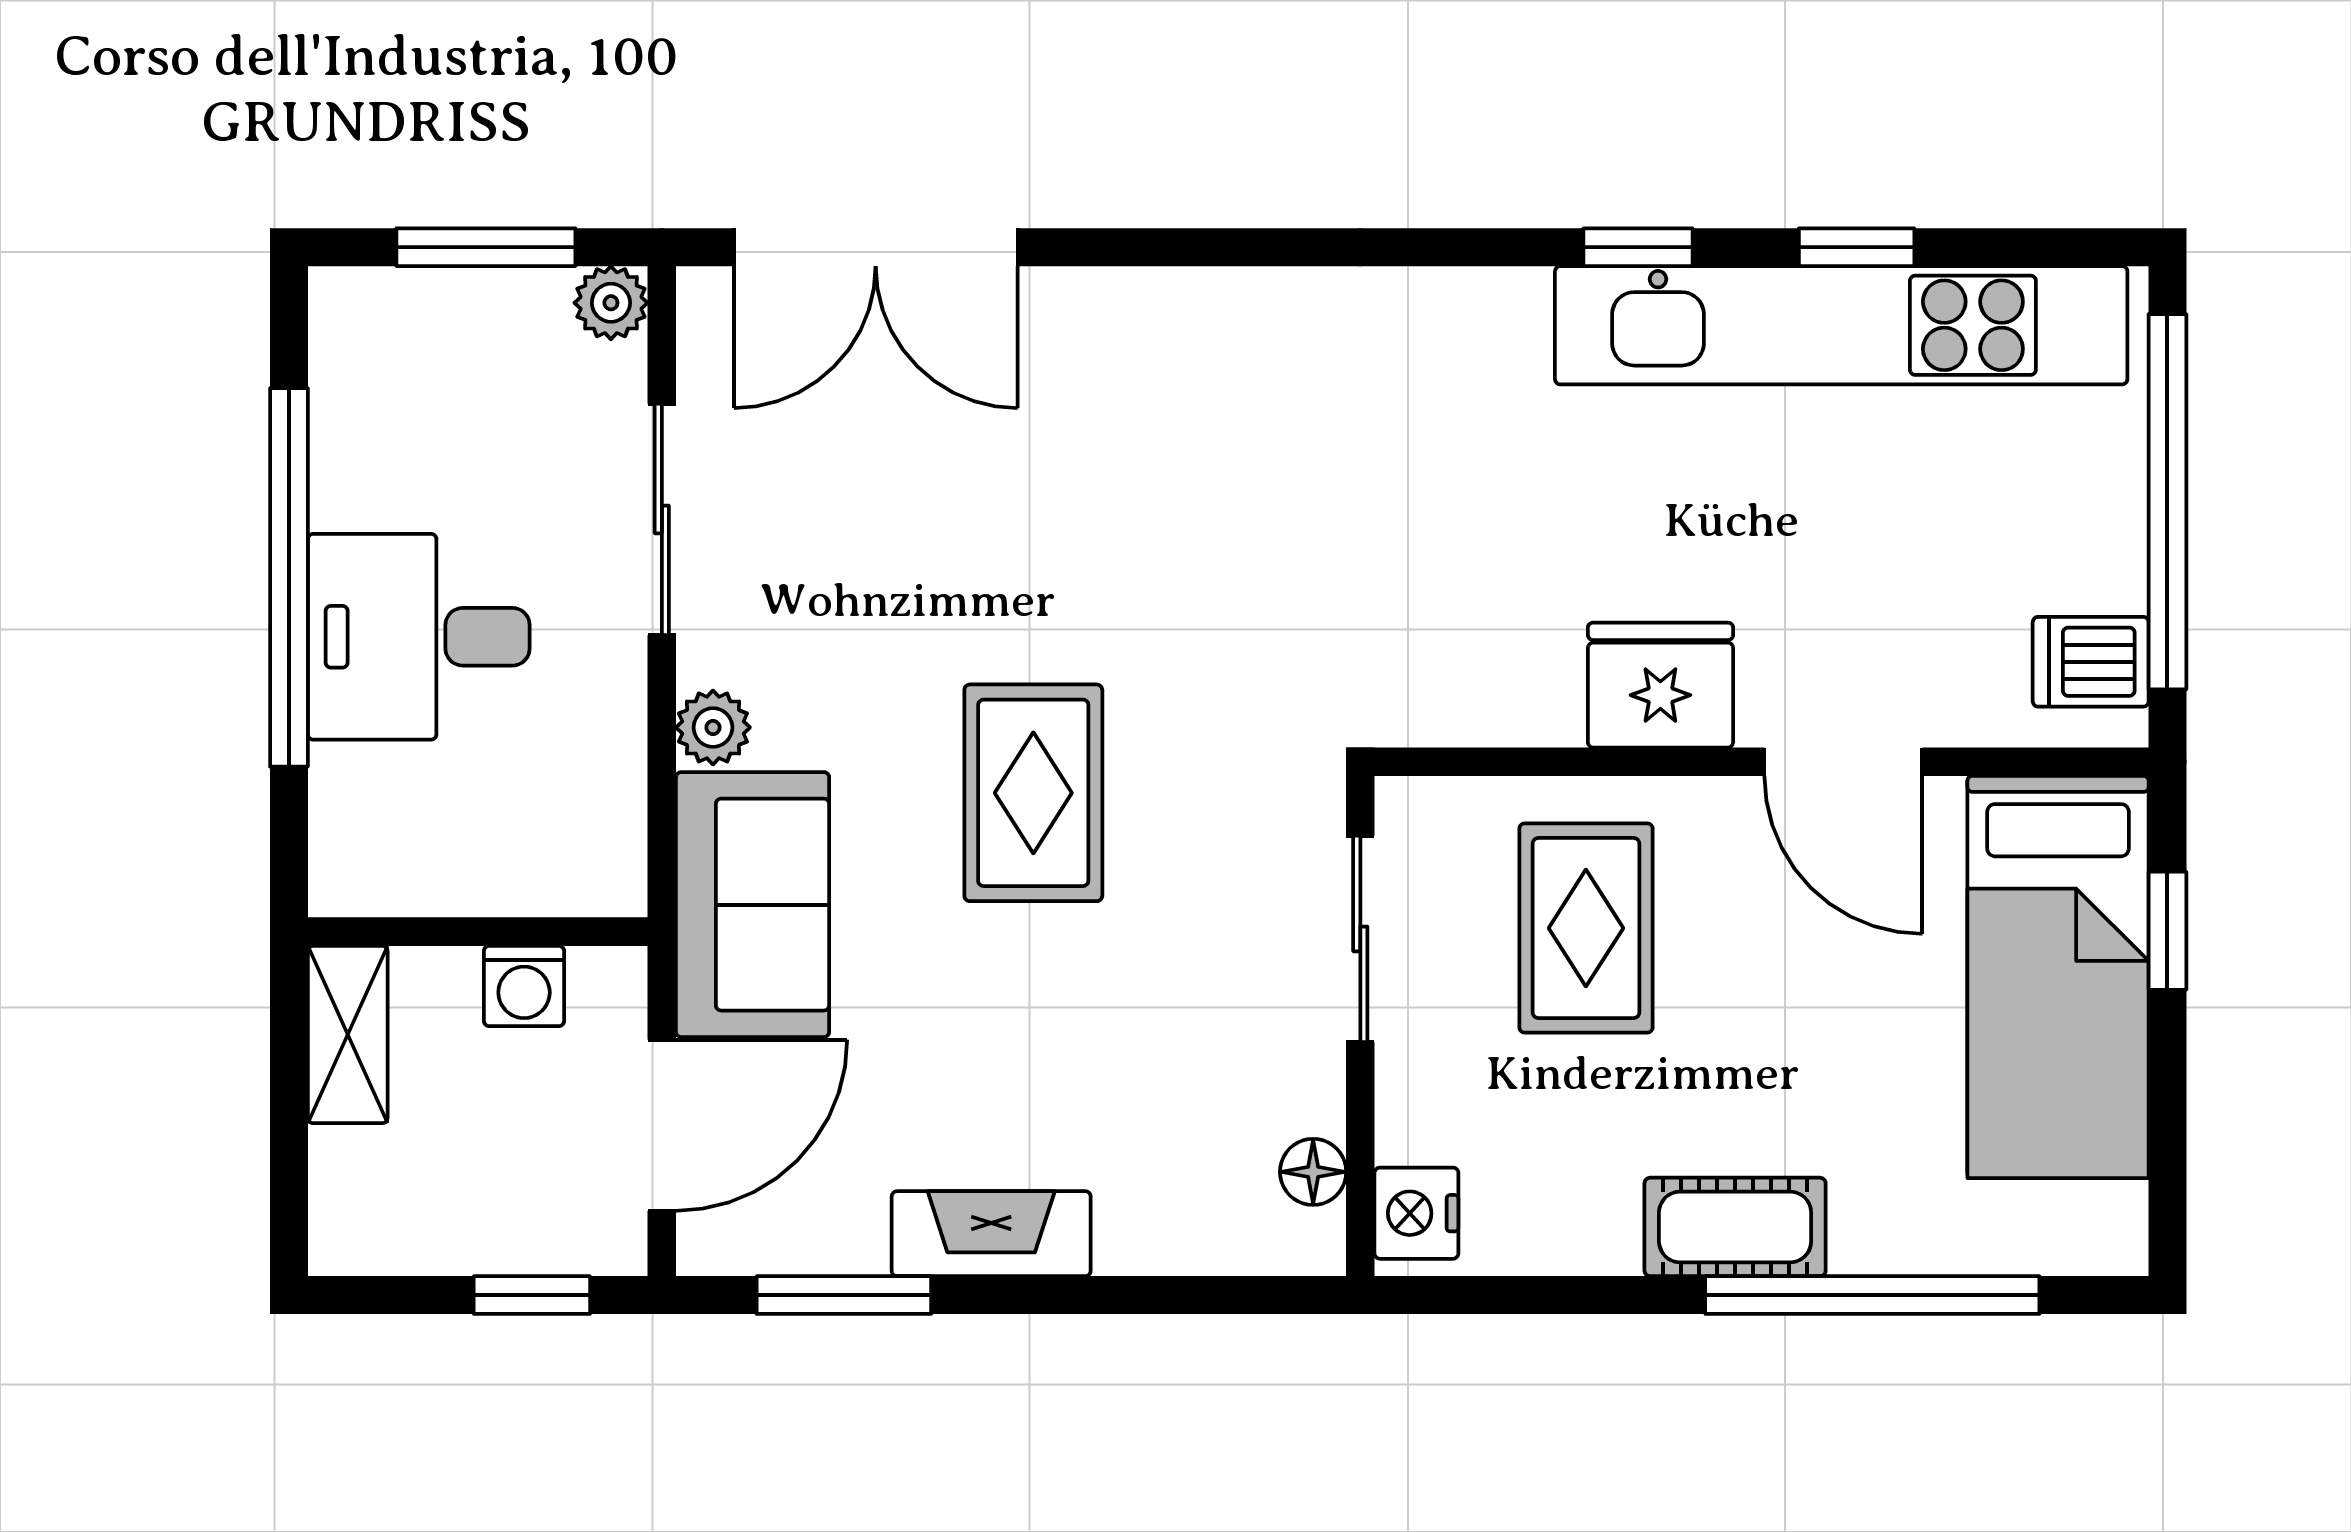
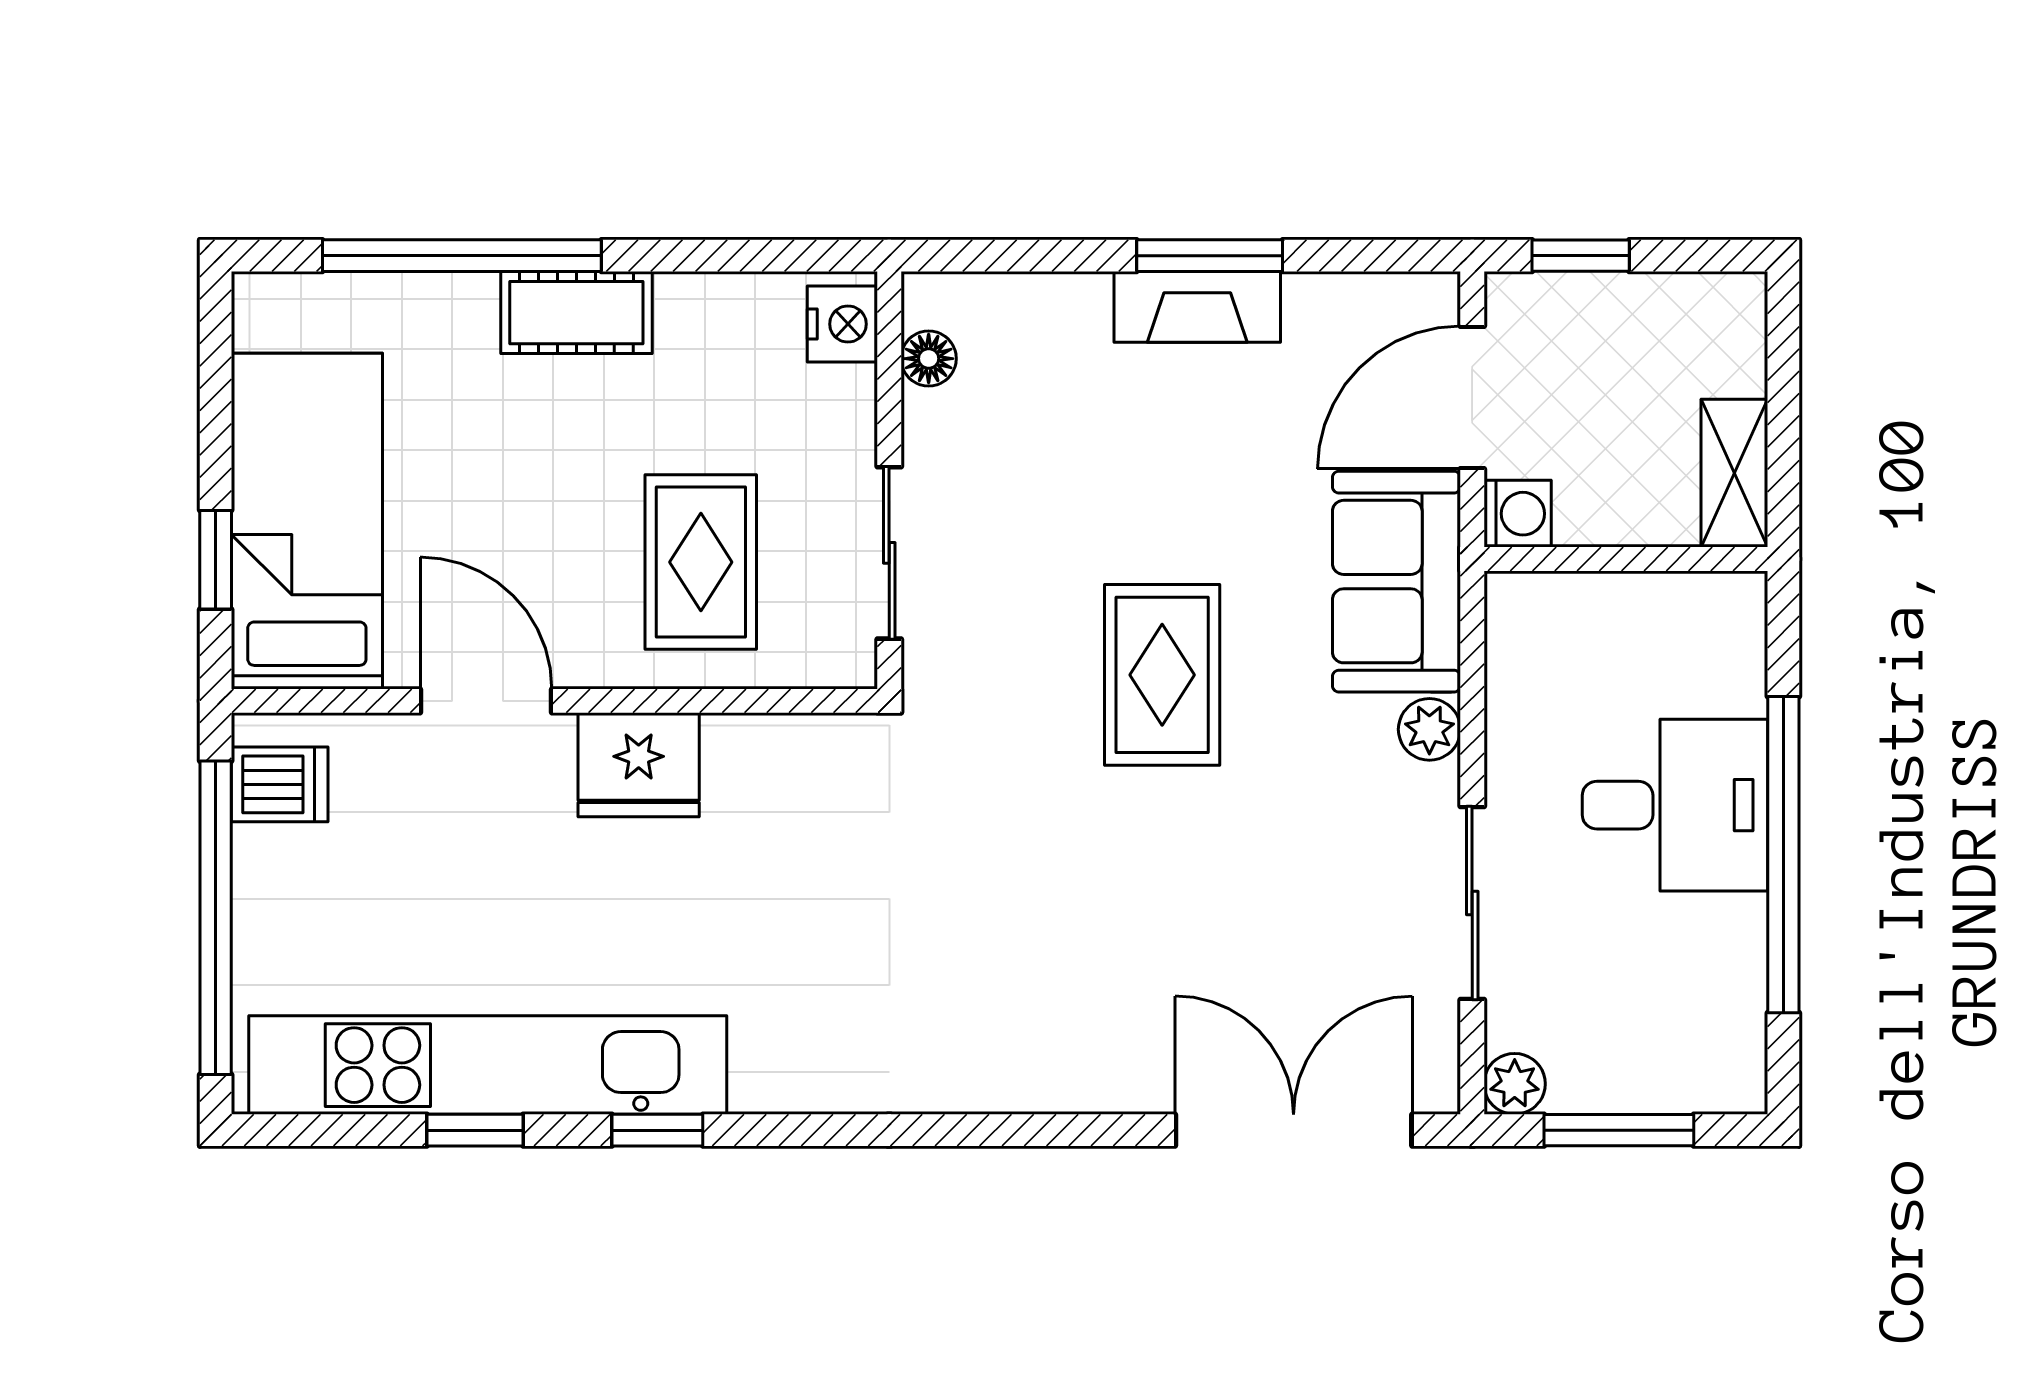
washing machine: (524, 986) -> (1518, 514), moved, turned 90
window: (844, 1295) -> (1210, 256), moved

